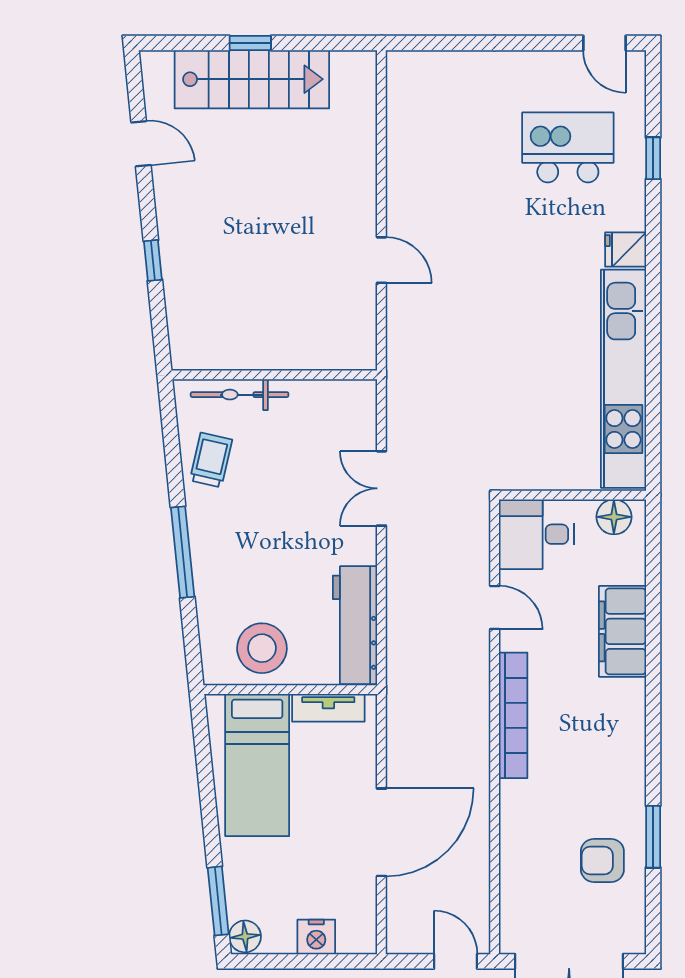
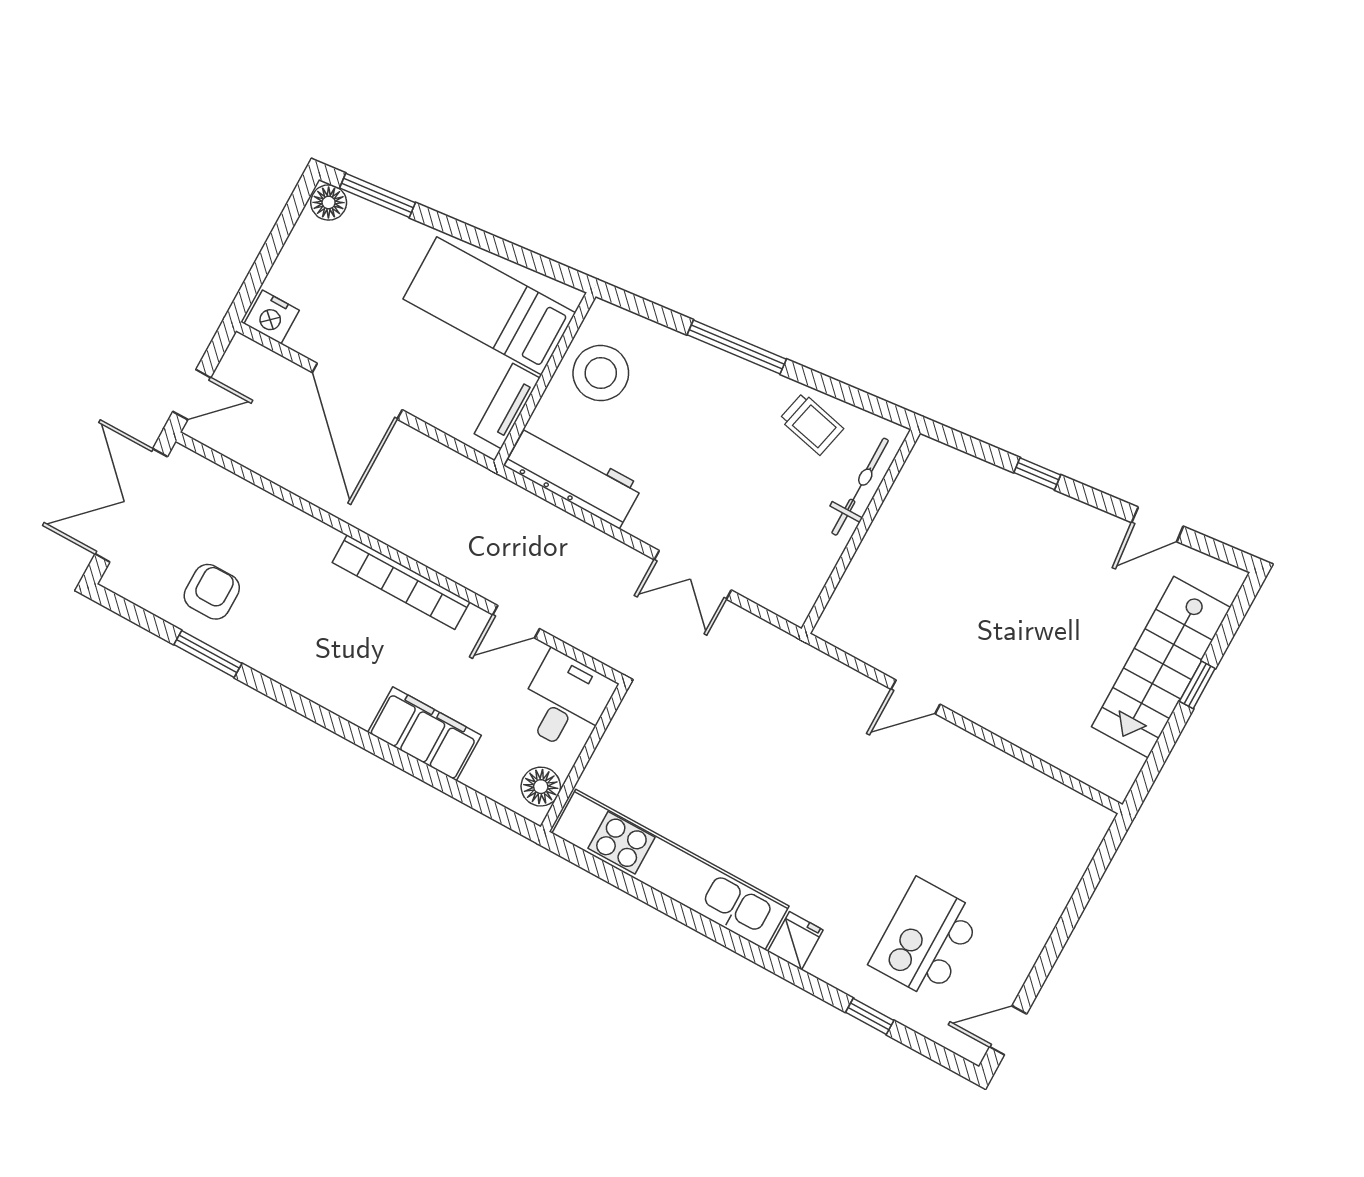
kitchen island: (568, 147) -> (926, 939), turned 180
double door: (381, 488) -> (693, 575), swing flipped
nightstand: (316, 937) -> (272, 317), moved, turned -90

